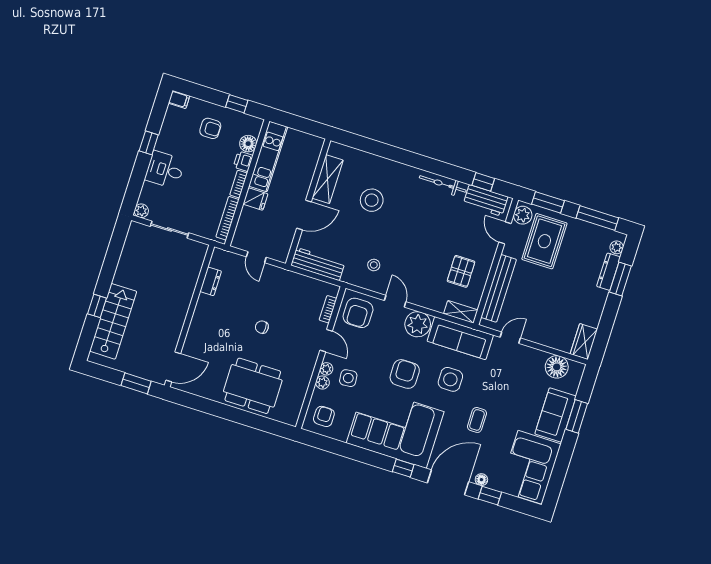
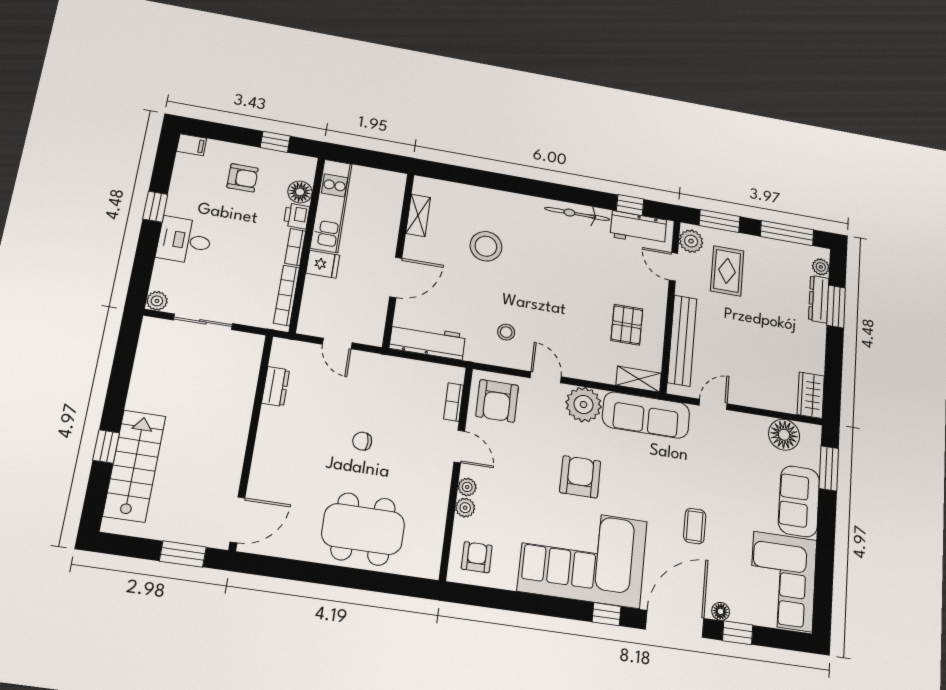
shelving: (328, 179) -> (418, 215), width x0.67, depth x0.75
rug: (544, 241) -> (727, 271), width x0.73, depth x0.70
side table: (348, 378) -> (501, 495), removed
side table: (450, 379) -> (645, 474), removed
window: (577, 416) -> (829, 468), moved

